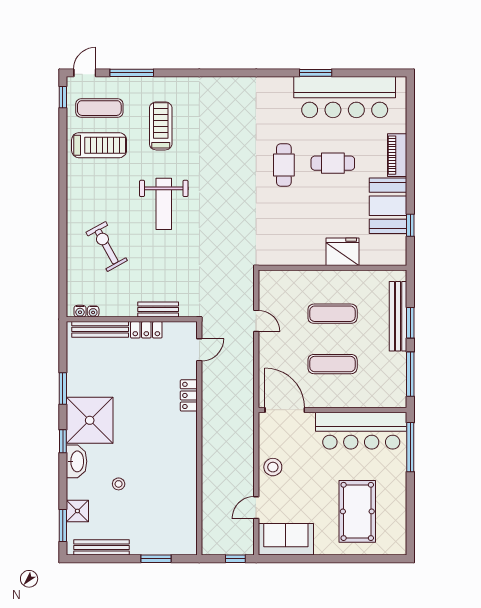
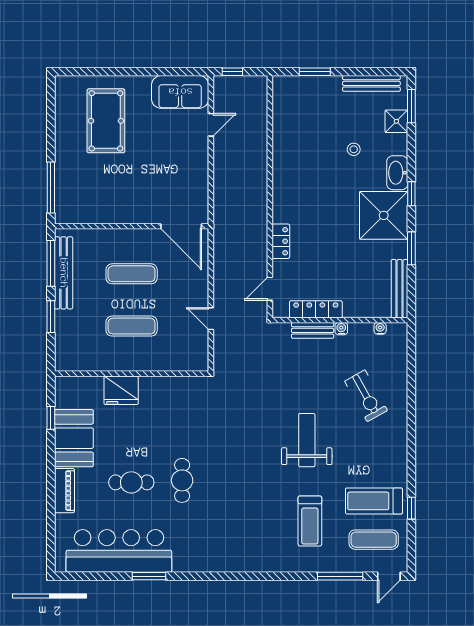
window: (63, 97) -> (411, 508), moved
water cooler: (80, 311) -> (341, 329), moved
bench: (398, 316) -> (64, 273), moved
bench: (100, 329) -> (400, 289), moved, turned 90
locker: (146, 330) -> (316, 309), width x1.53
bar counter: (361, 431) -> (102, 205), removed
stool: (273, 467) -> (194, 167), removed

